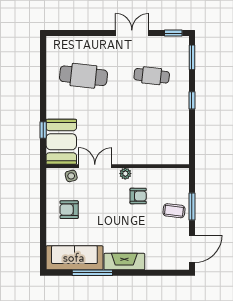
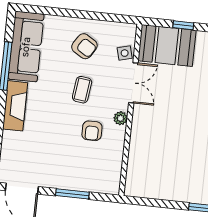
armchair: (69, 210) -> (84, 46), turned 122
coffee table: (174, 211) -> (82, 90), moved

